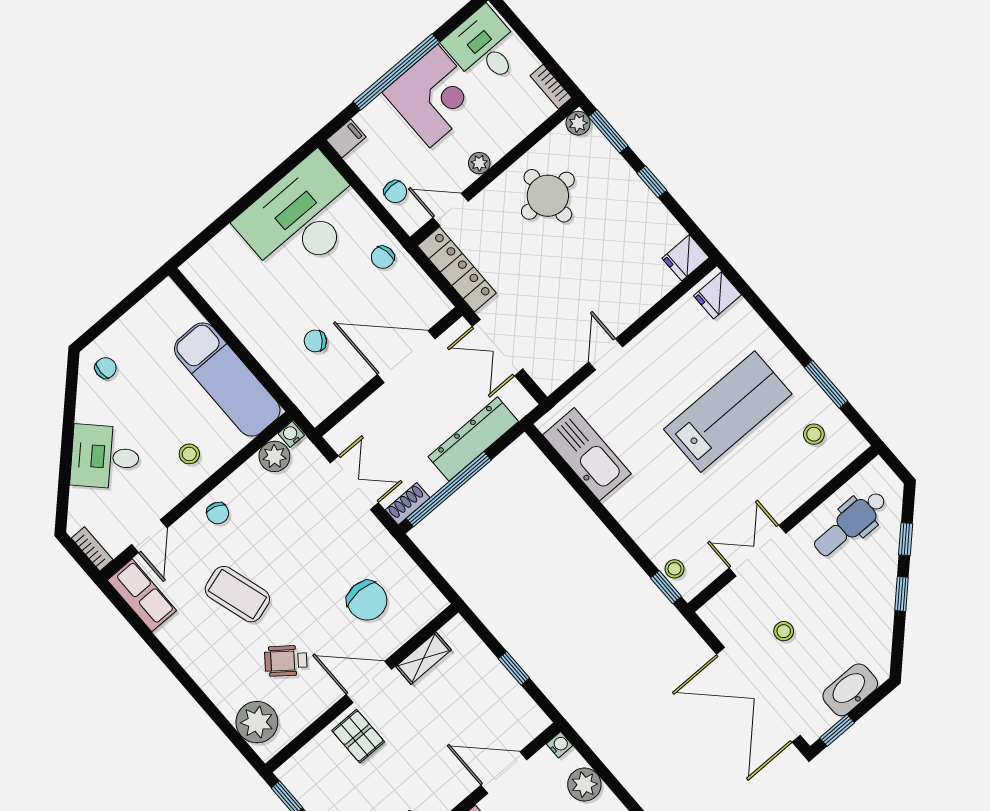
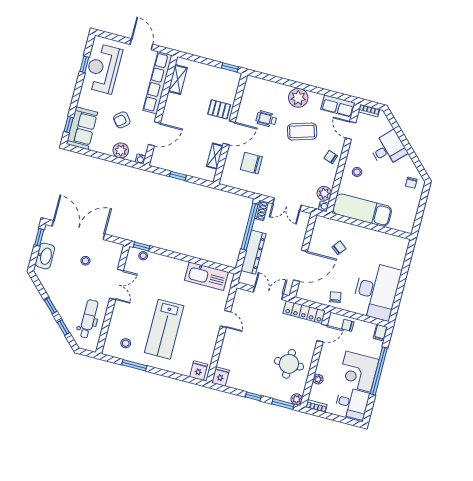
plant: (479, 163) -> (318, 379), moved
wheelchair: (286, 661) -> (266, 119), turned -128
plant: (257, 722) -> (298, 98), moved

